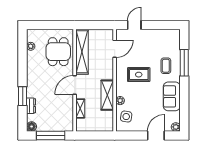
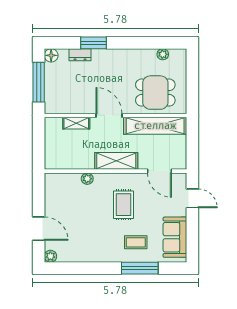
shelving: (107, 95) -> (116, 161), moved
sofa: (172, 96) -> (175, 237), moved, turned -90
side table: (126, 117) -> (65, 187), removed

